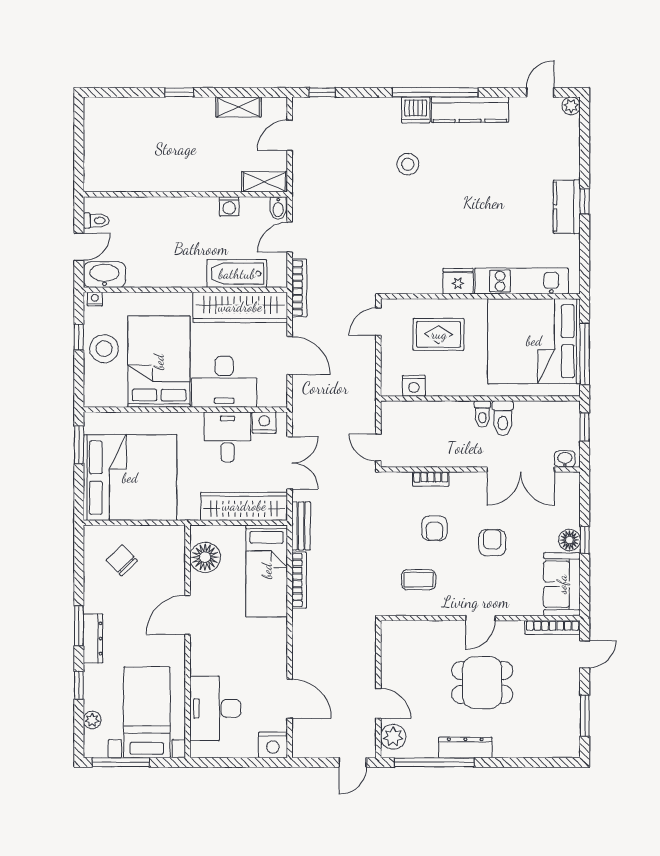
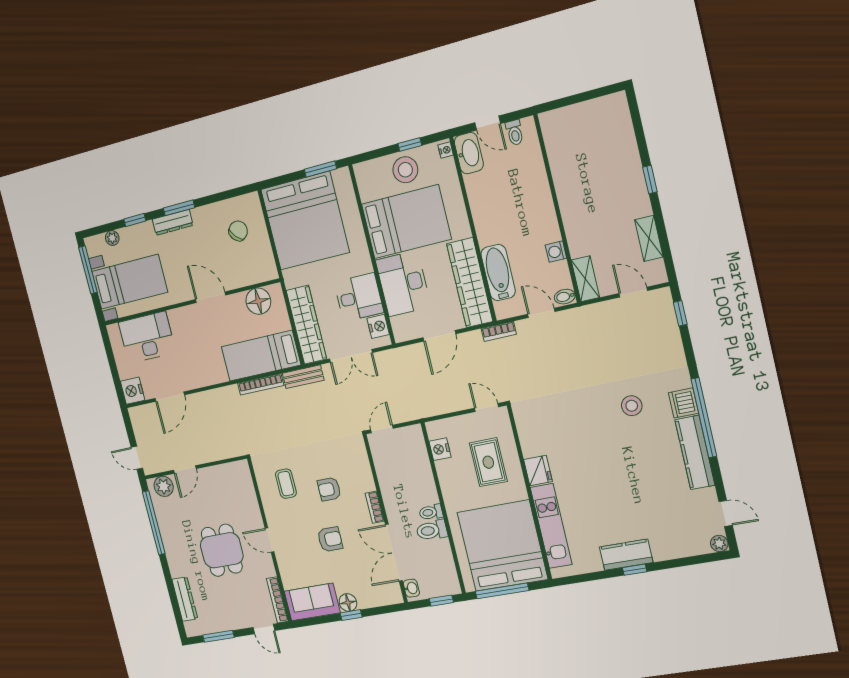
bookcase: (299, 288) -> (499, 331), width x0.64
bookcase: (431, 479) -> (375, 507), moved
dresser: (465, 747) -> (185, 599), moved

